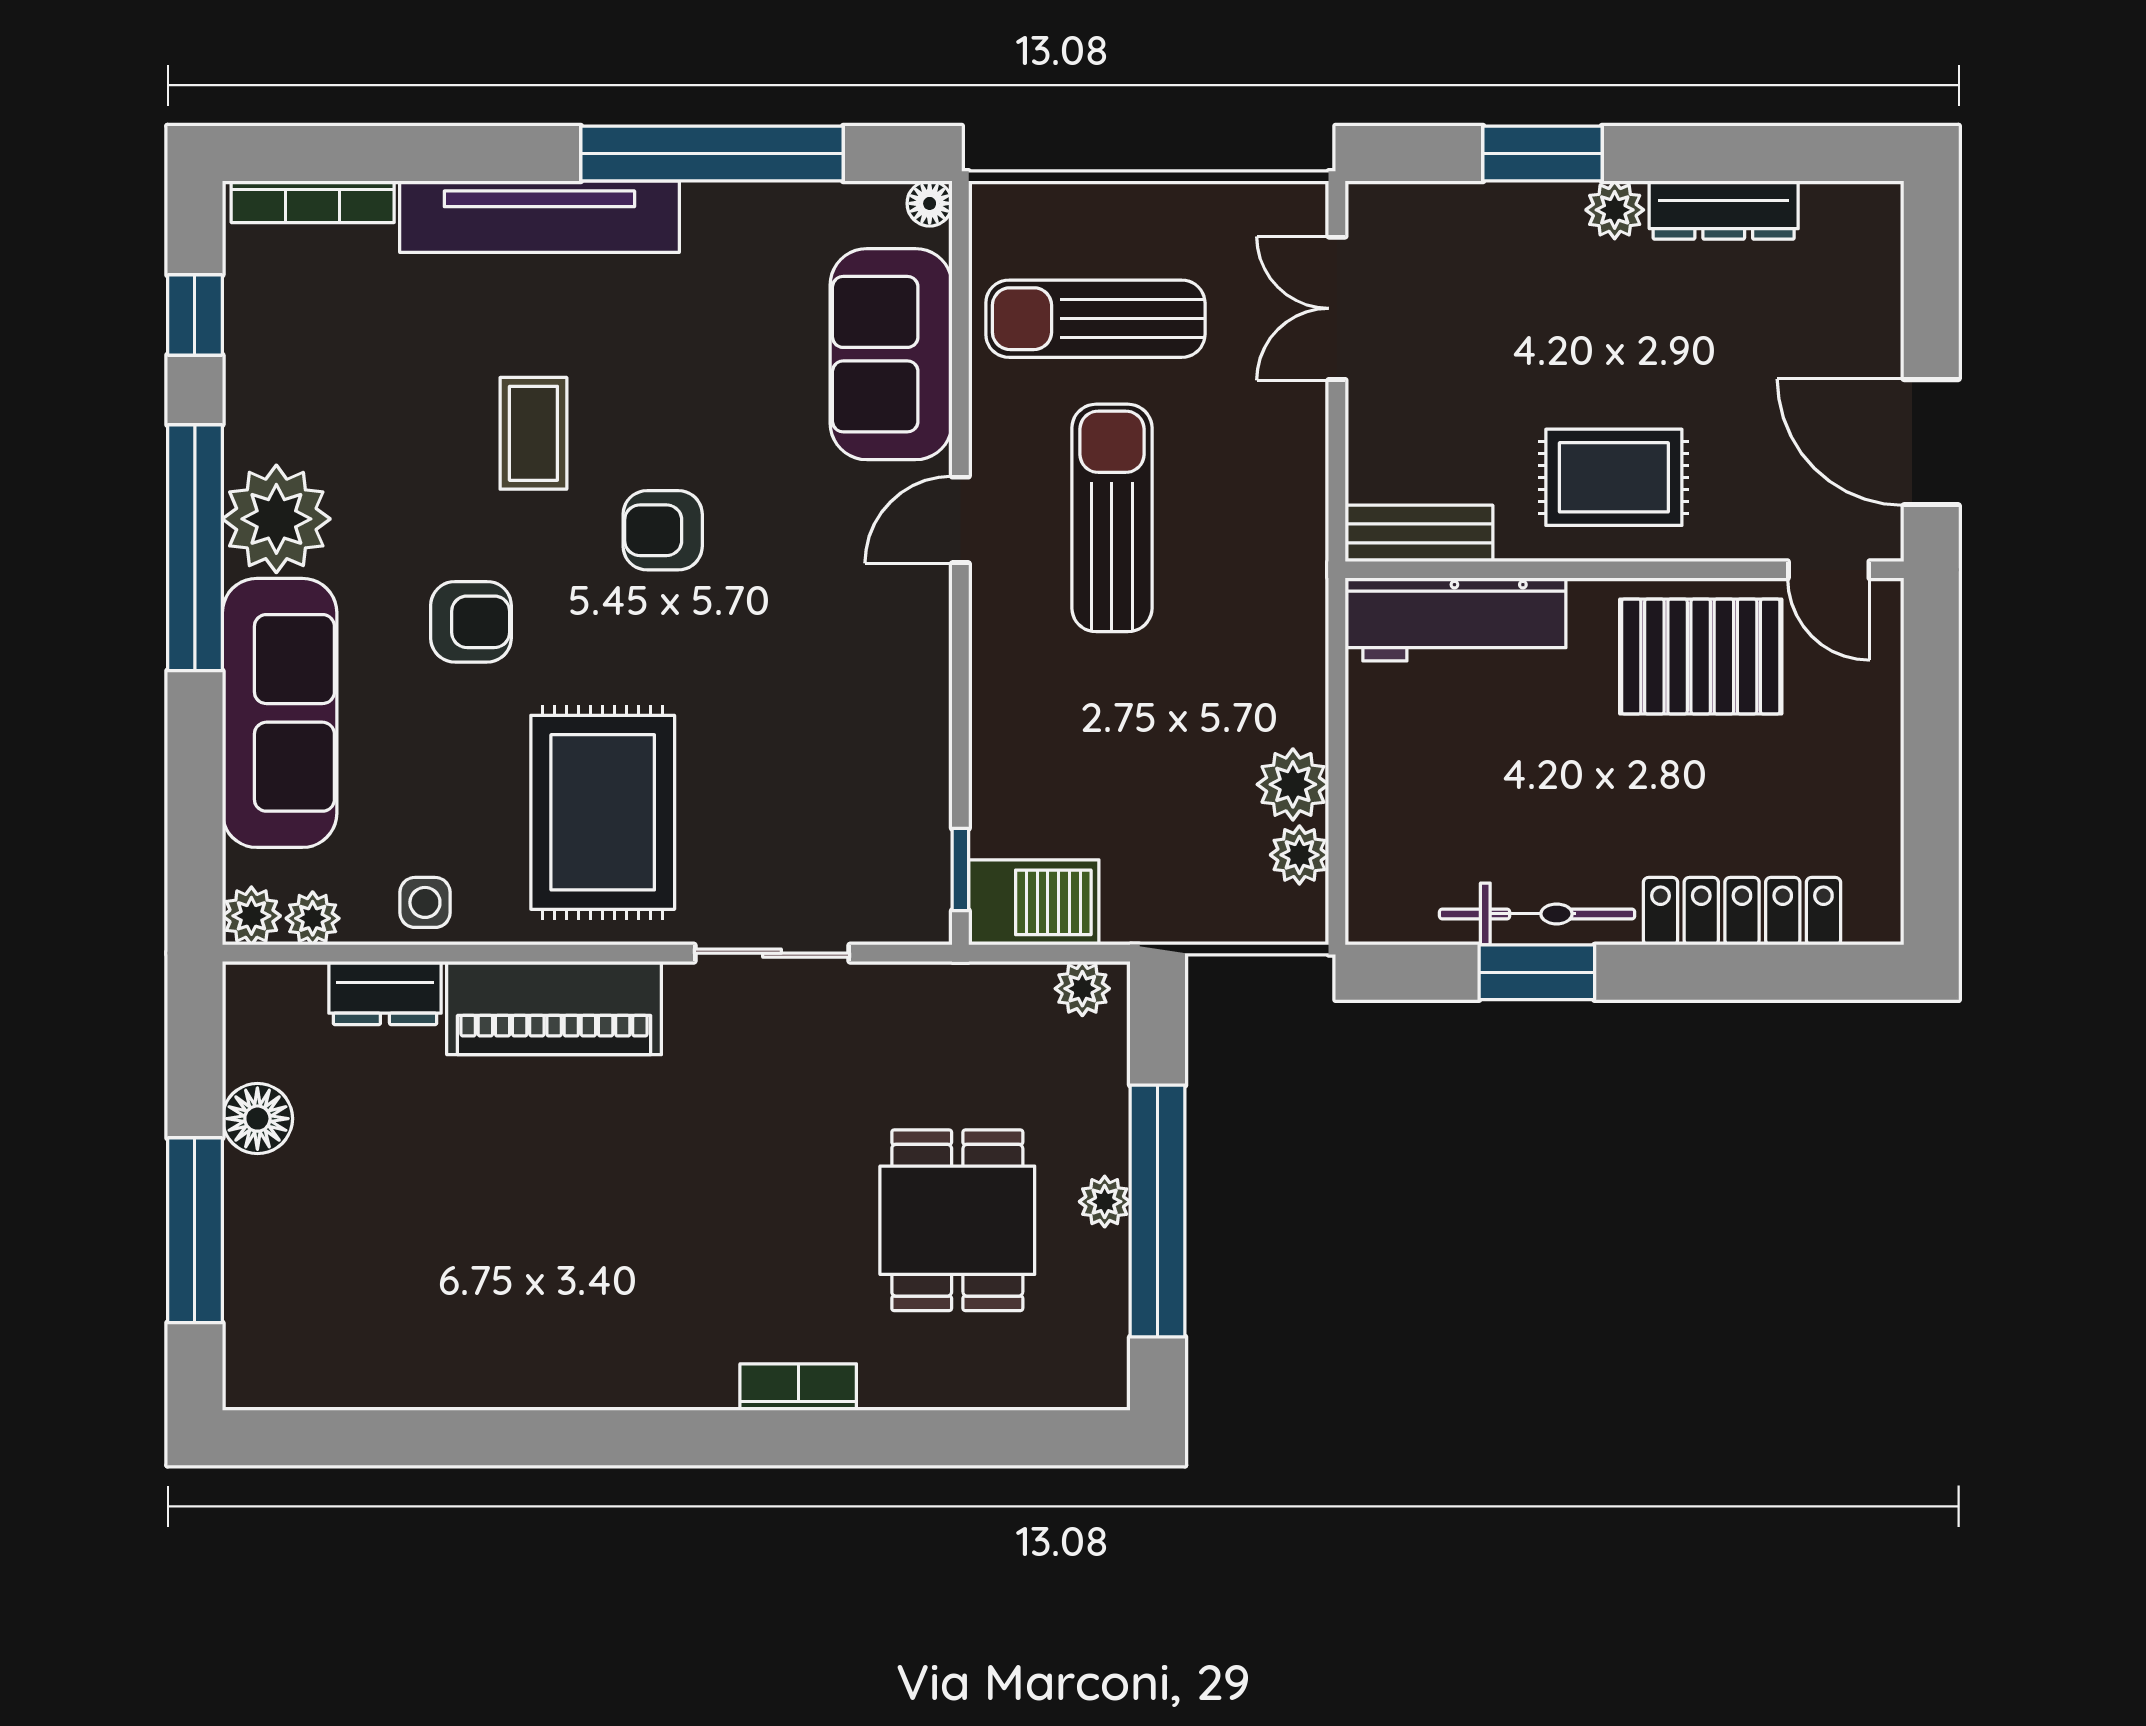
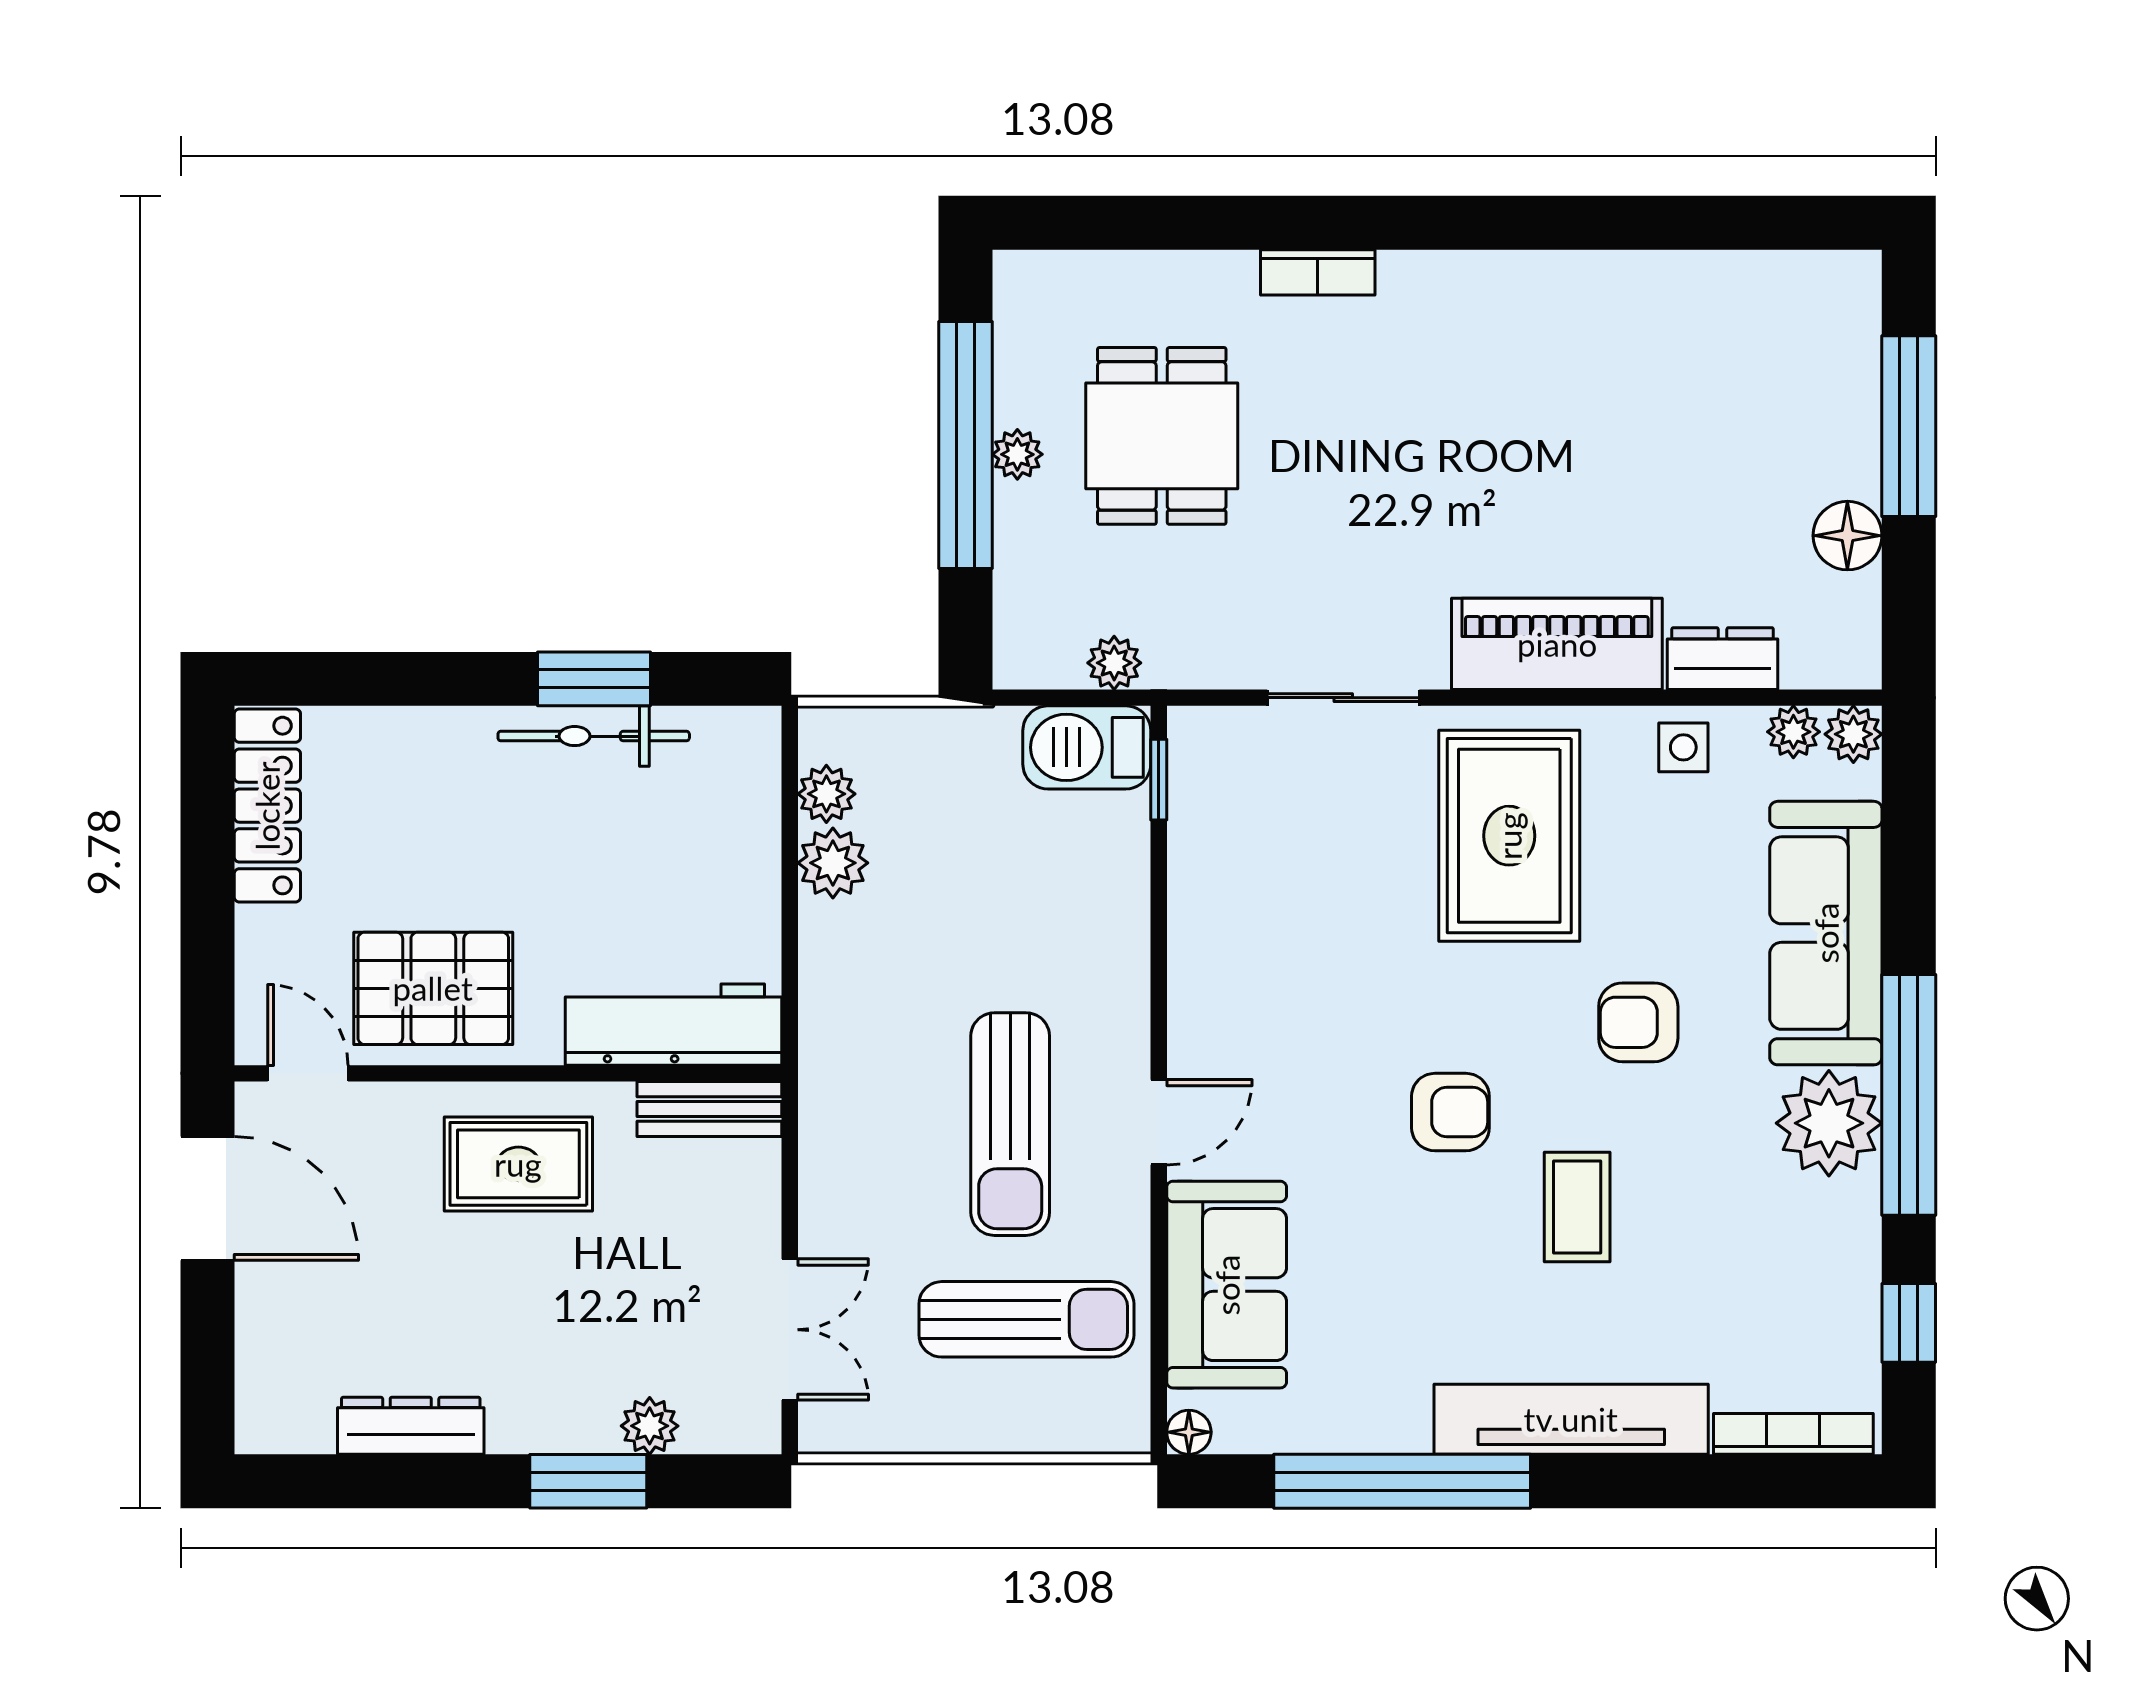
plant: (1615, 210) -> (650, 1426), moved
locker: (1742, 911) -> (267, 806), moved, turned -90
plant: (1082, 989) -> (1114, 663), moved

